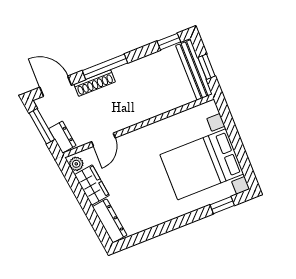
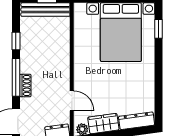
window: (169, 42) -> (16, 41), moved
shoe rack: (95, 83) -> (25, 85), width x0.70

